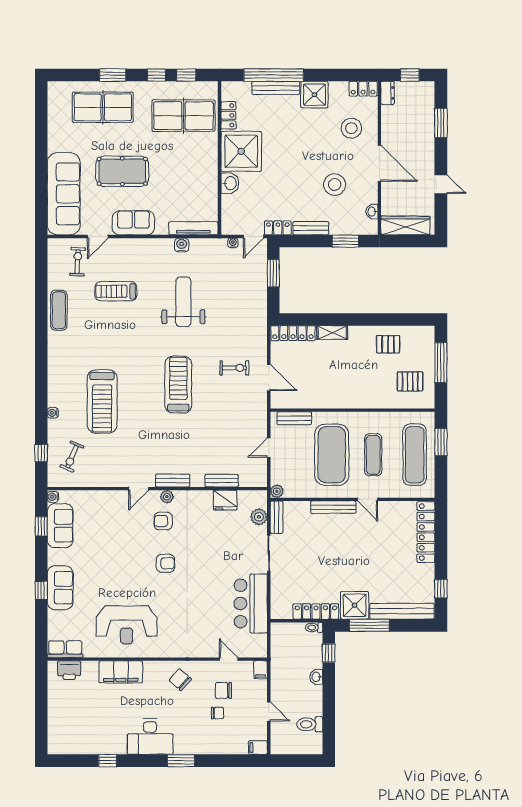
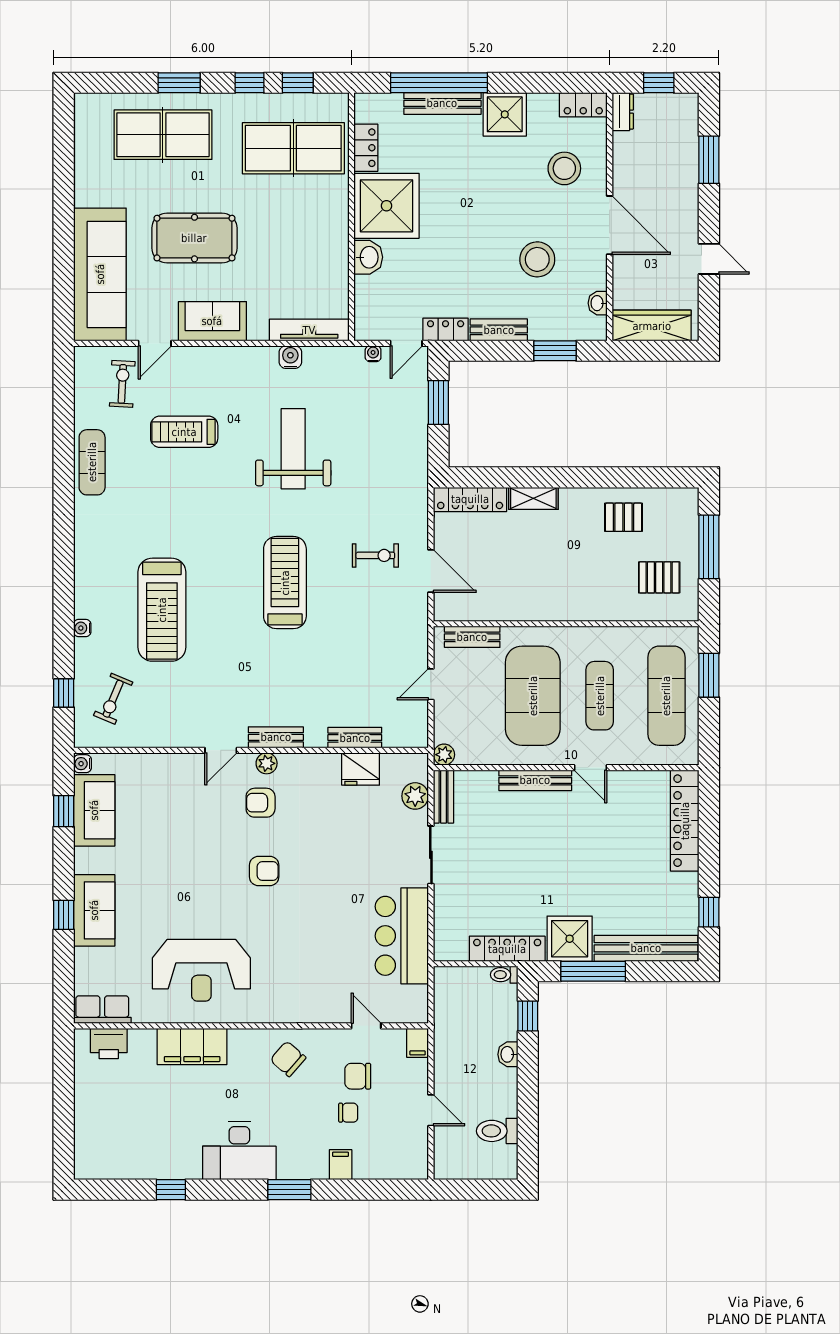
filing cabinet: (258, 748) -> (341, 1165), moved, turned 90

